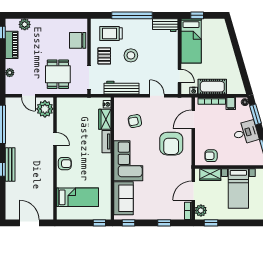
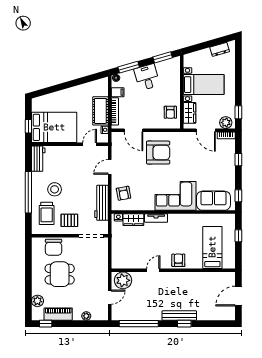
bed: (191, 41) -> (54, 127), width x1.50
stool: (131, 55) -> (55, 189), moved
dining table: (58, 74) -> (60, 274), moved
armchair: (135, 121) -> (124, 193), moved
window: (99, 223) -> (238, 236), moved

